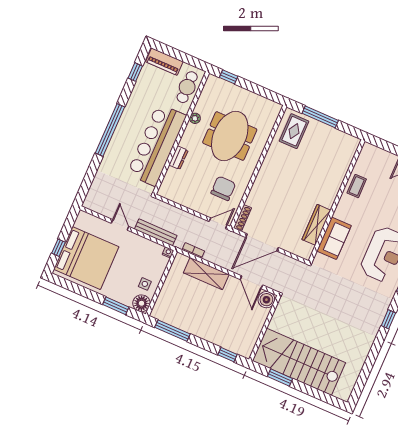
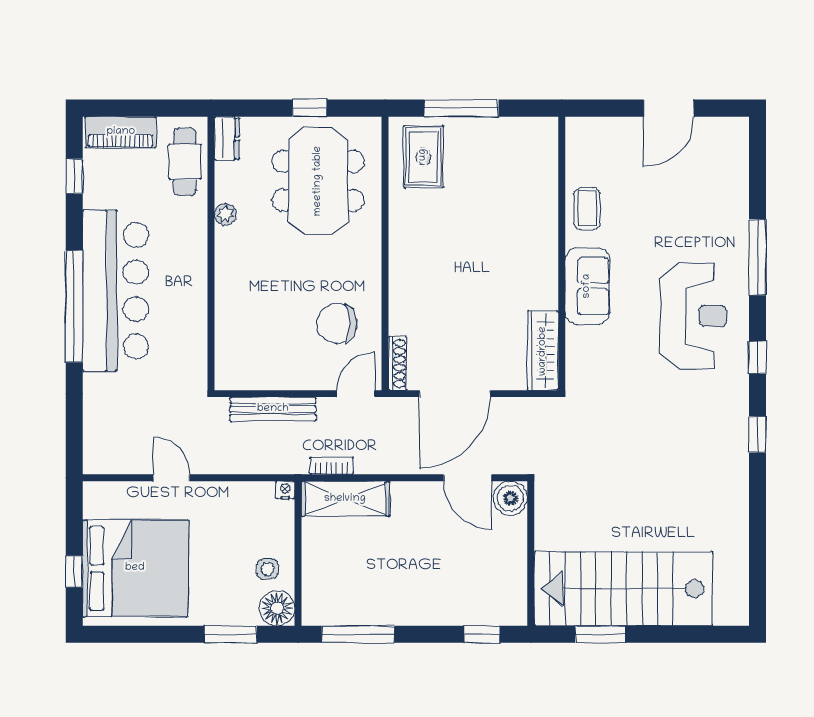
window: (229, 77) -> (310, 108), moved
meeting table: (230, 136) -> (318, 181), moved
bar counter: (157, 145) -> (115, 291), moved, turned 180
dresser: (179, 158) -> (227, 138), moved
chair: (223, 188) -> (337, 323), turned -90
wardrobe: (316, 225) -> (543, 351), moved
bench: (156, 232) -> (273, 409), moved
sofa: (334, 238) -> (587, 286), moved
shelving: (206, 274) -> (345, 499), moved

